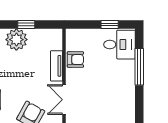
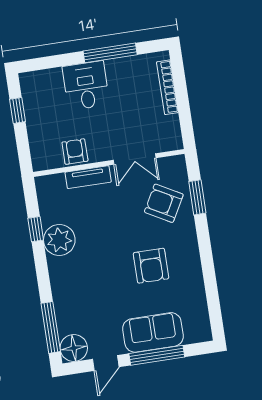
desk: (119, 45) -> (86, 86), moved
window: (139, 67) -> (110, 53), moved

